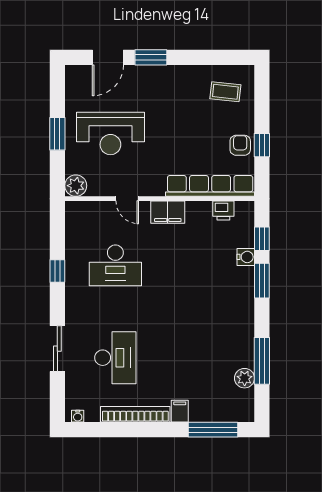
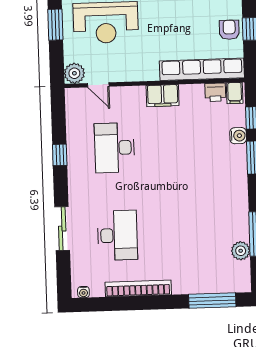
door: (127, 199) -> (98, 85), moved
desk: (115, 265) -> (115, 148), turned 90
filing cabinet: (180, 411) -> (235, 93), moved, turned 180

